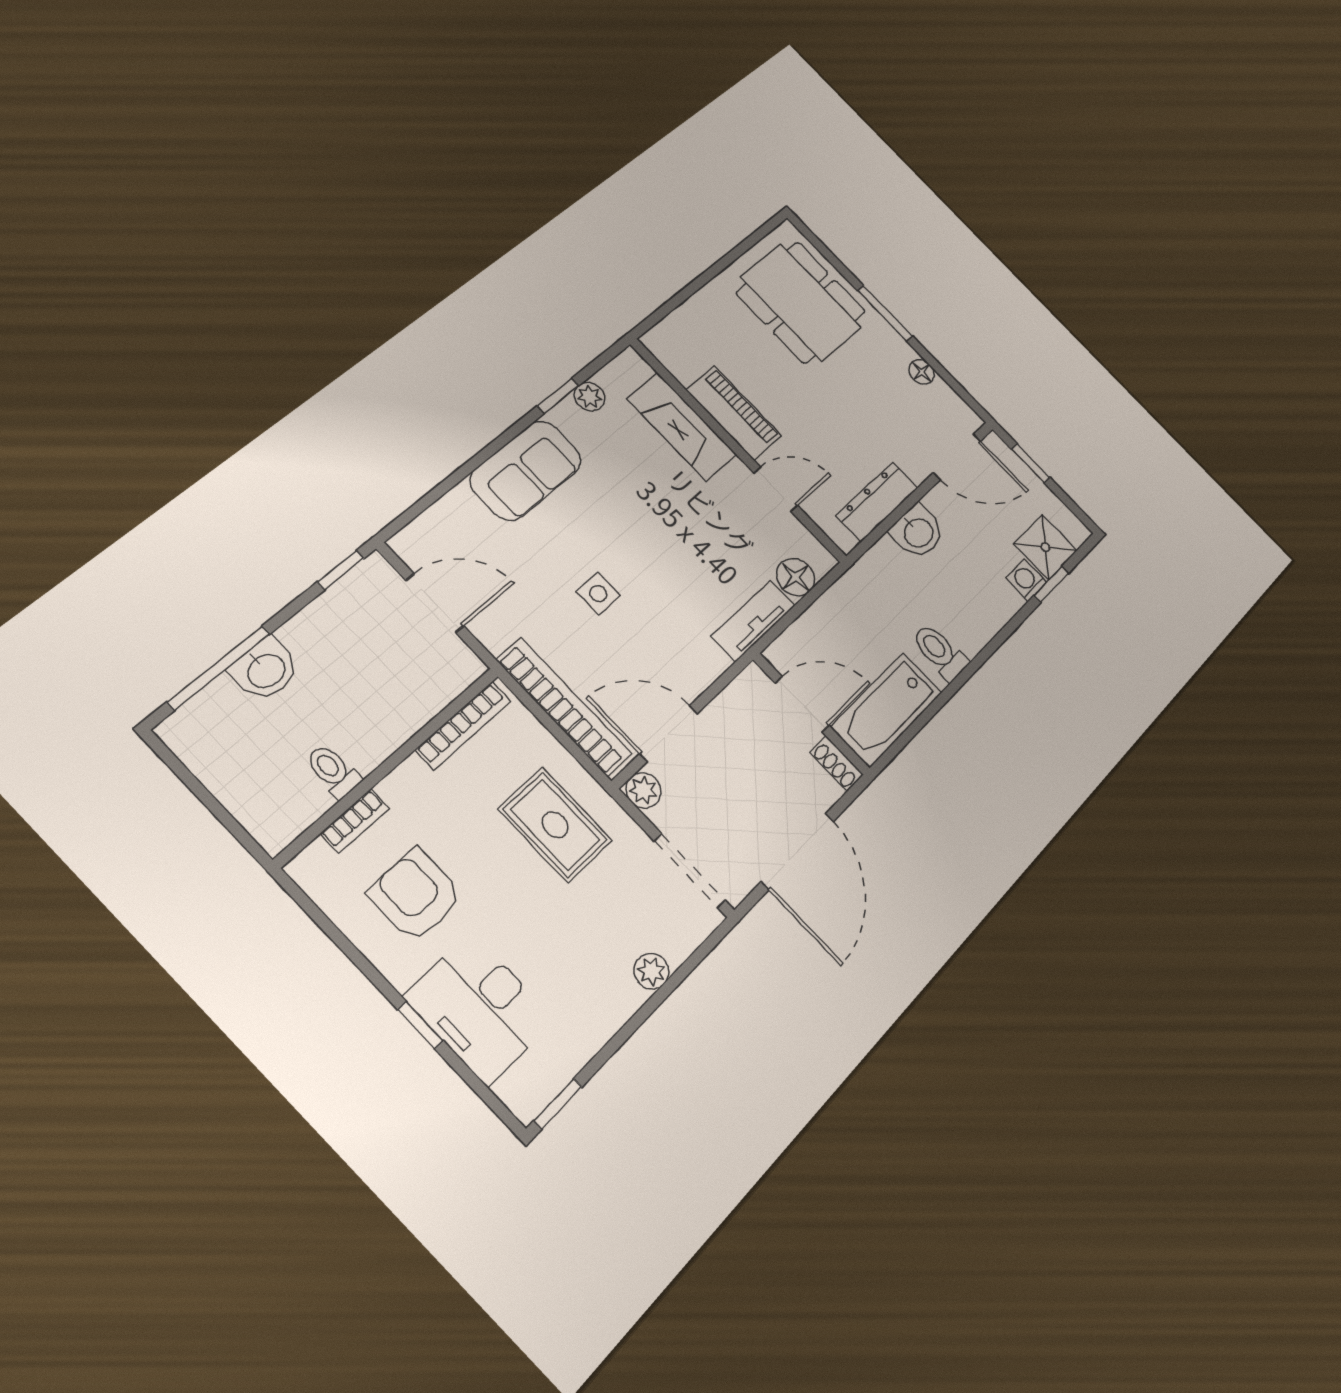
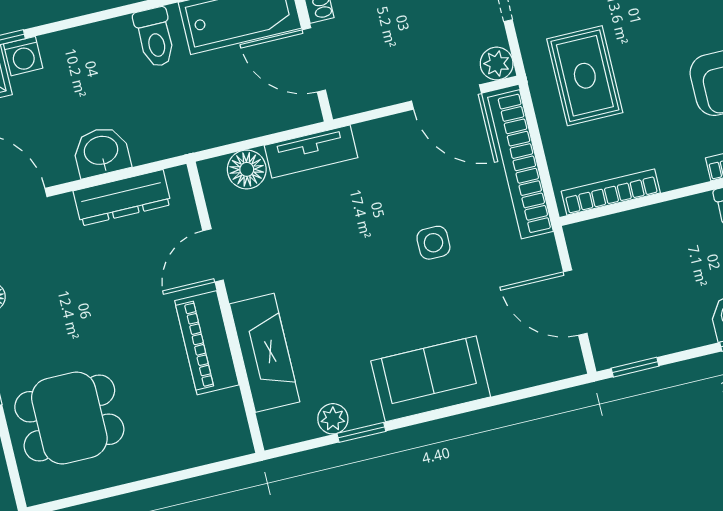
dining table: (801, 302) -> (69, 418), width x0.73
door: (776, 489) -> (213, 255), hinge flipped

